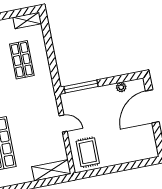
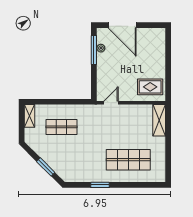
window: (81, 87) -> (94, 50), moved
door: (63, 124) -> (111, 103), moved

